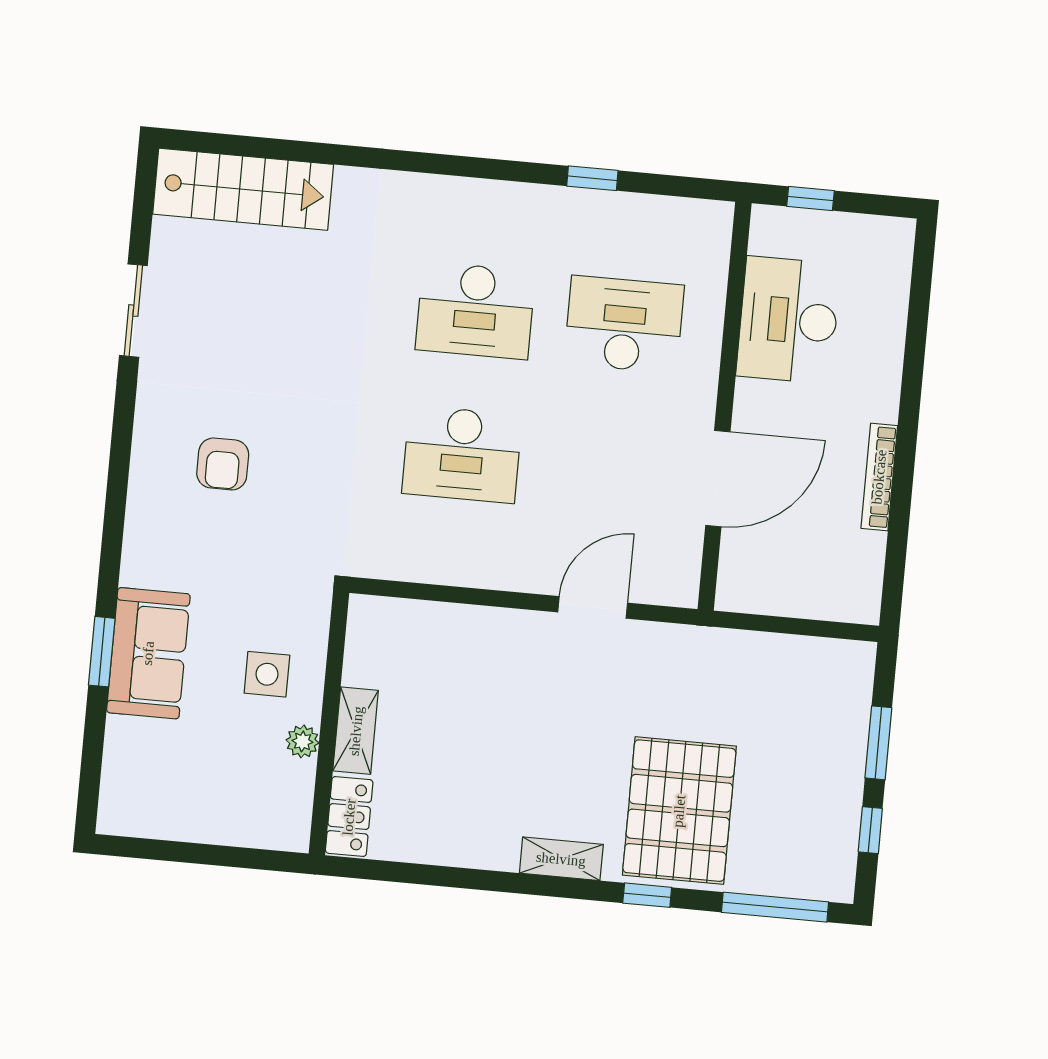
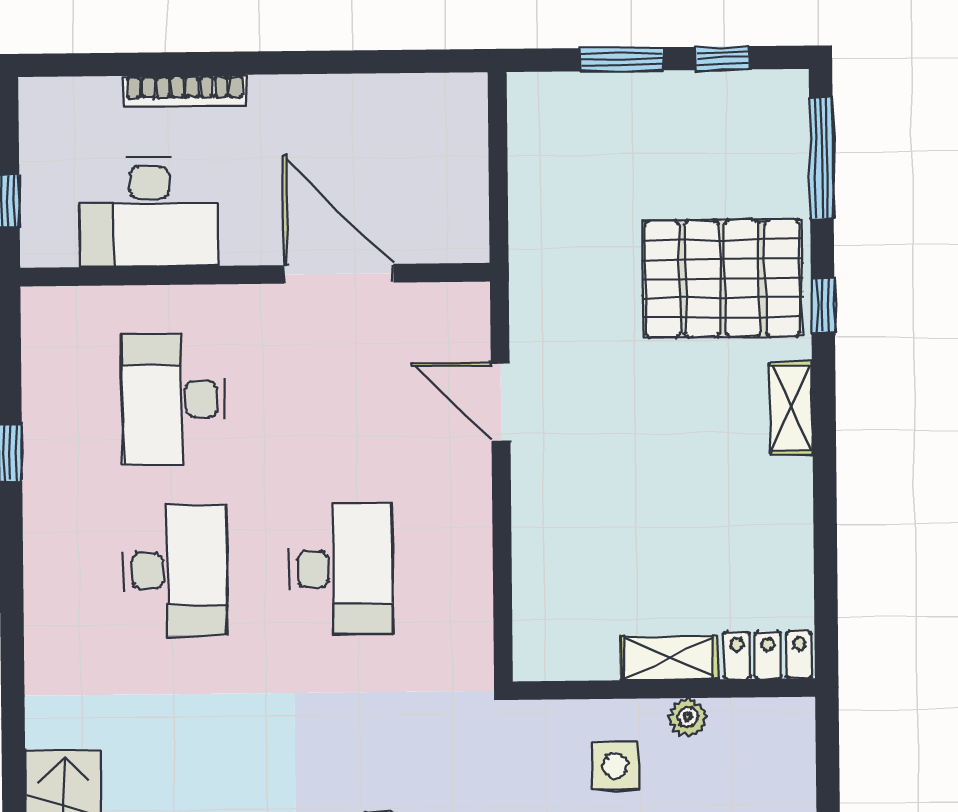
bookcase: (879, 477) -> (185, 91), moved

